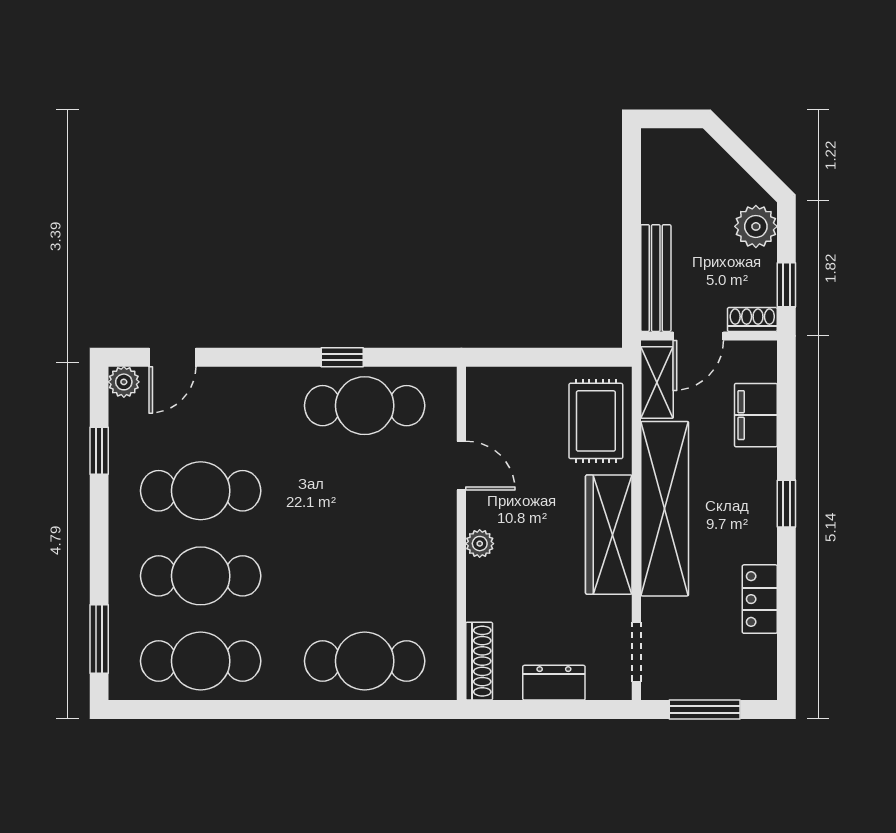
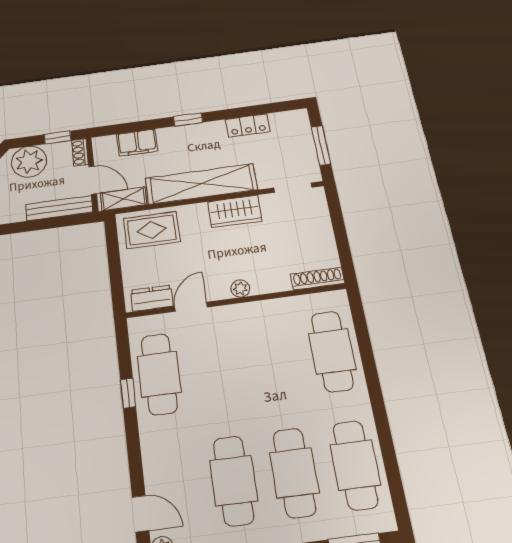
plant: (756, 226) -> (29, 162), width x1.36, depth x1.36
wardrobe: (609, 535) -> (235, 211), width x0.67
dresser: (554, 683) -> (152, 298), moved, turned 90

